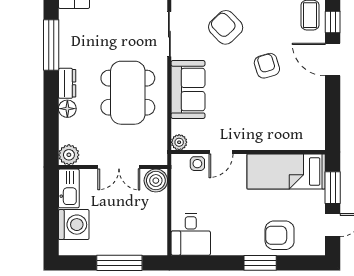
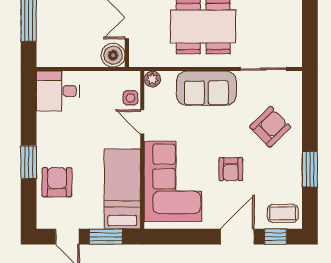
armchair: (267, 66) -> (231, 169), turned 107
corner sofa: (279, 122) -> (173, 181), added

